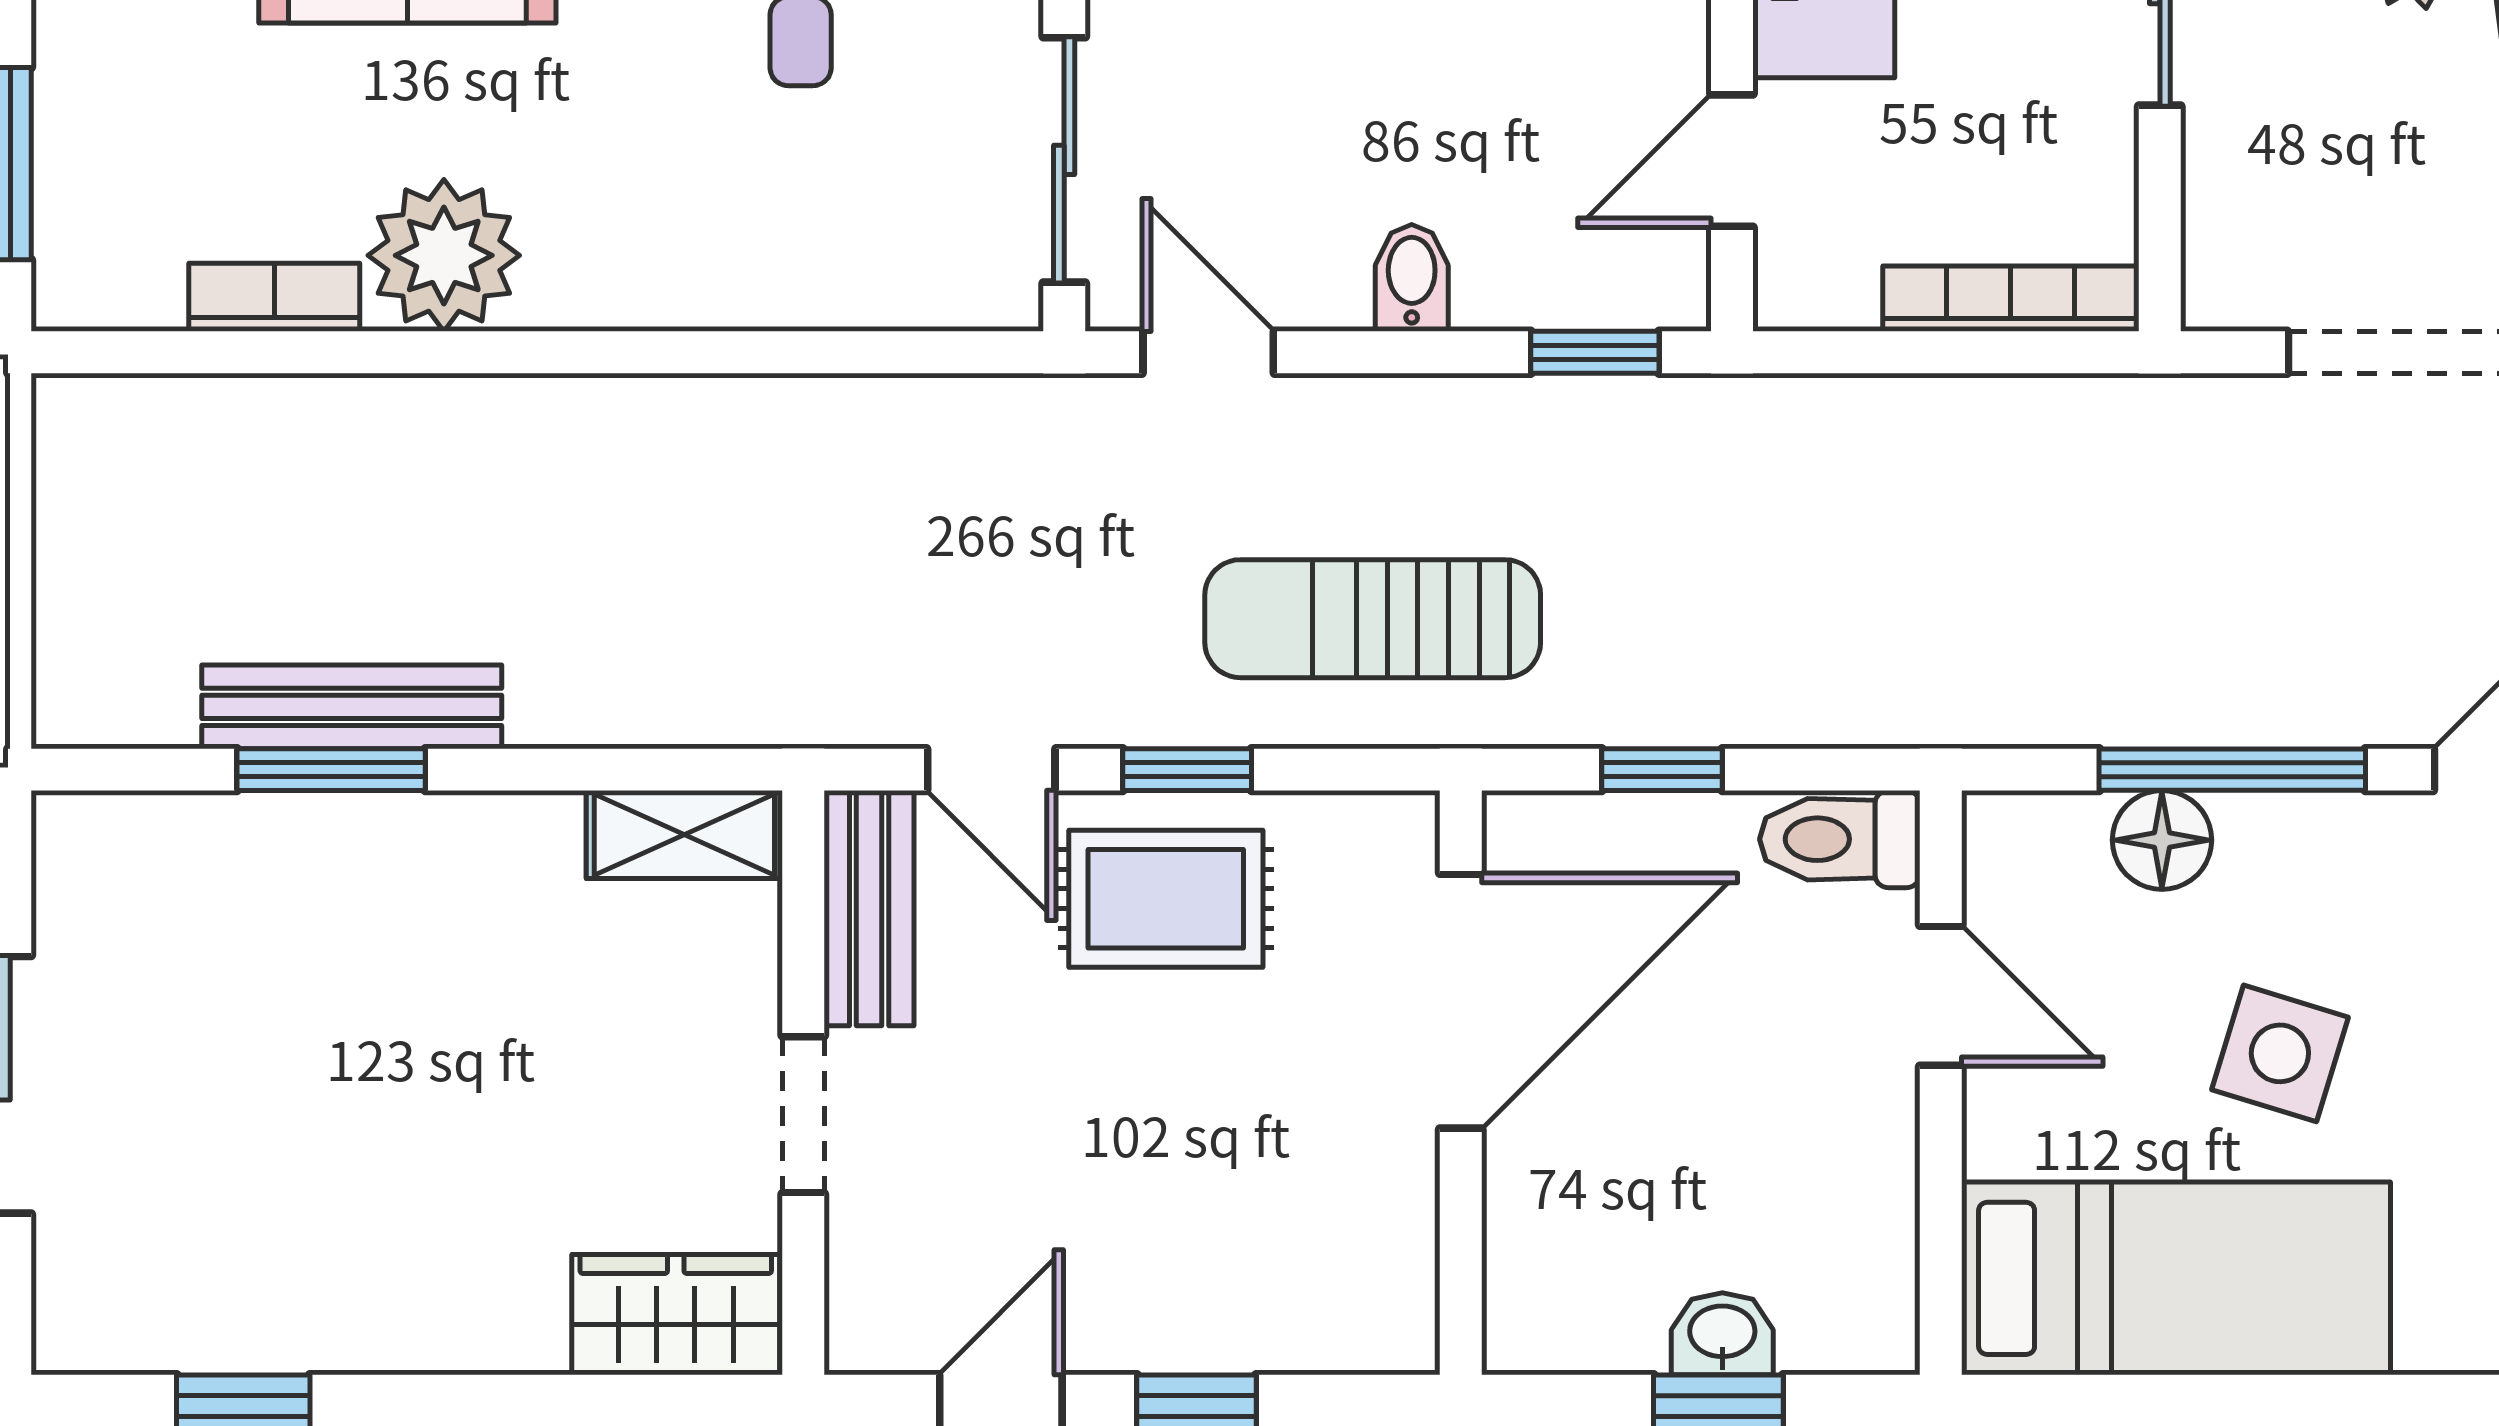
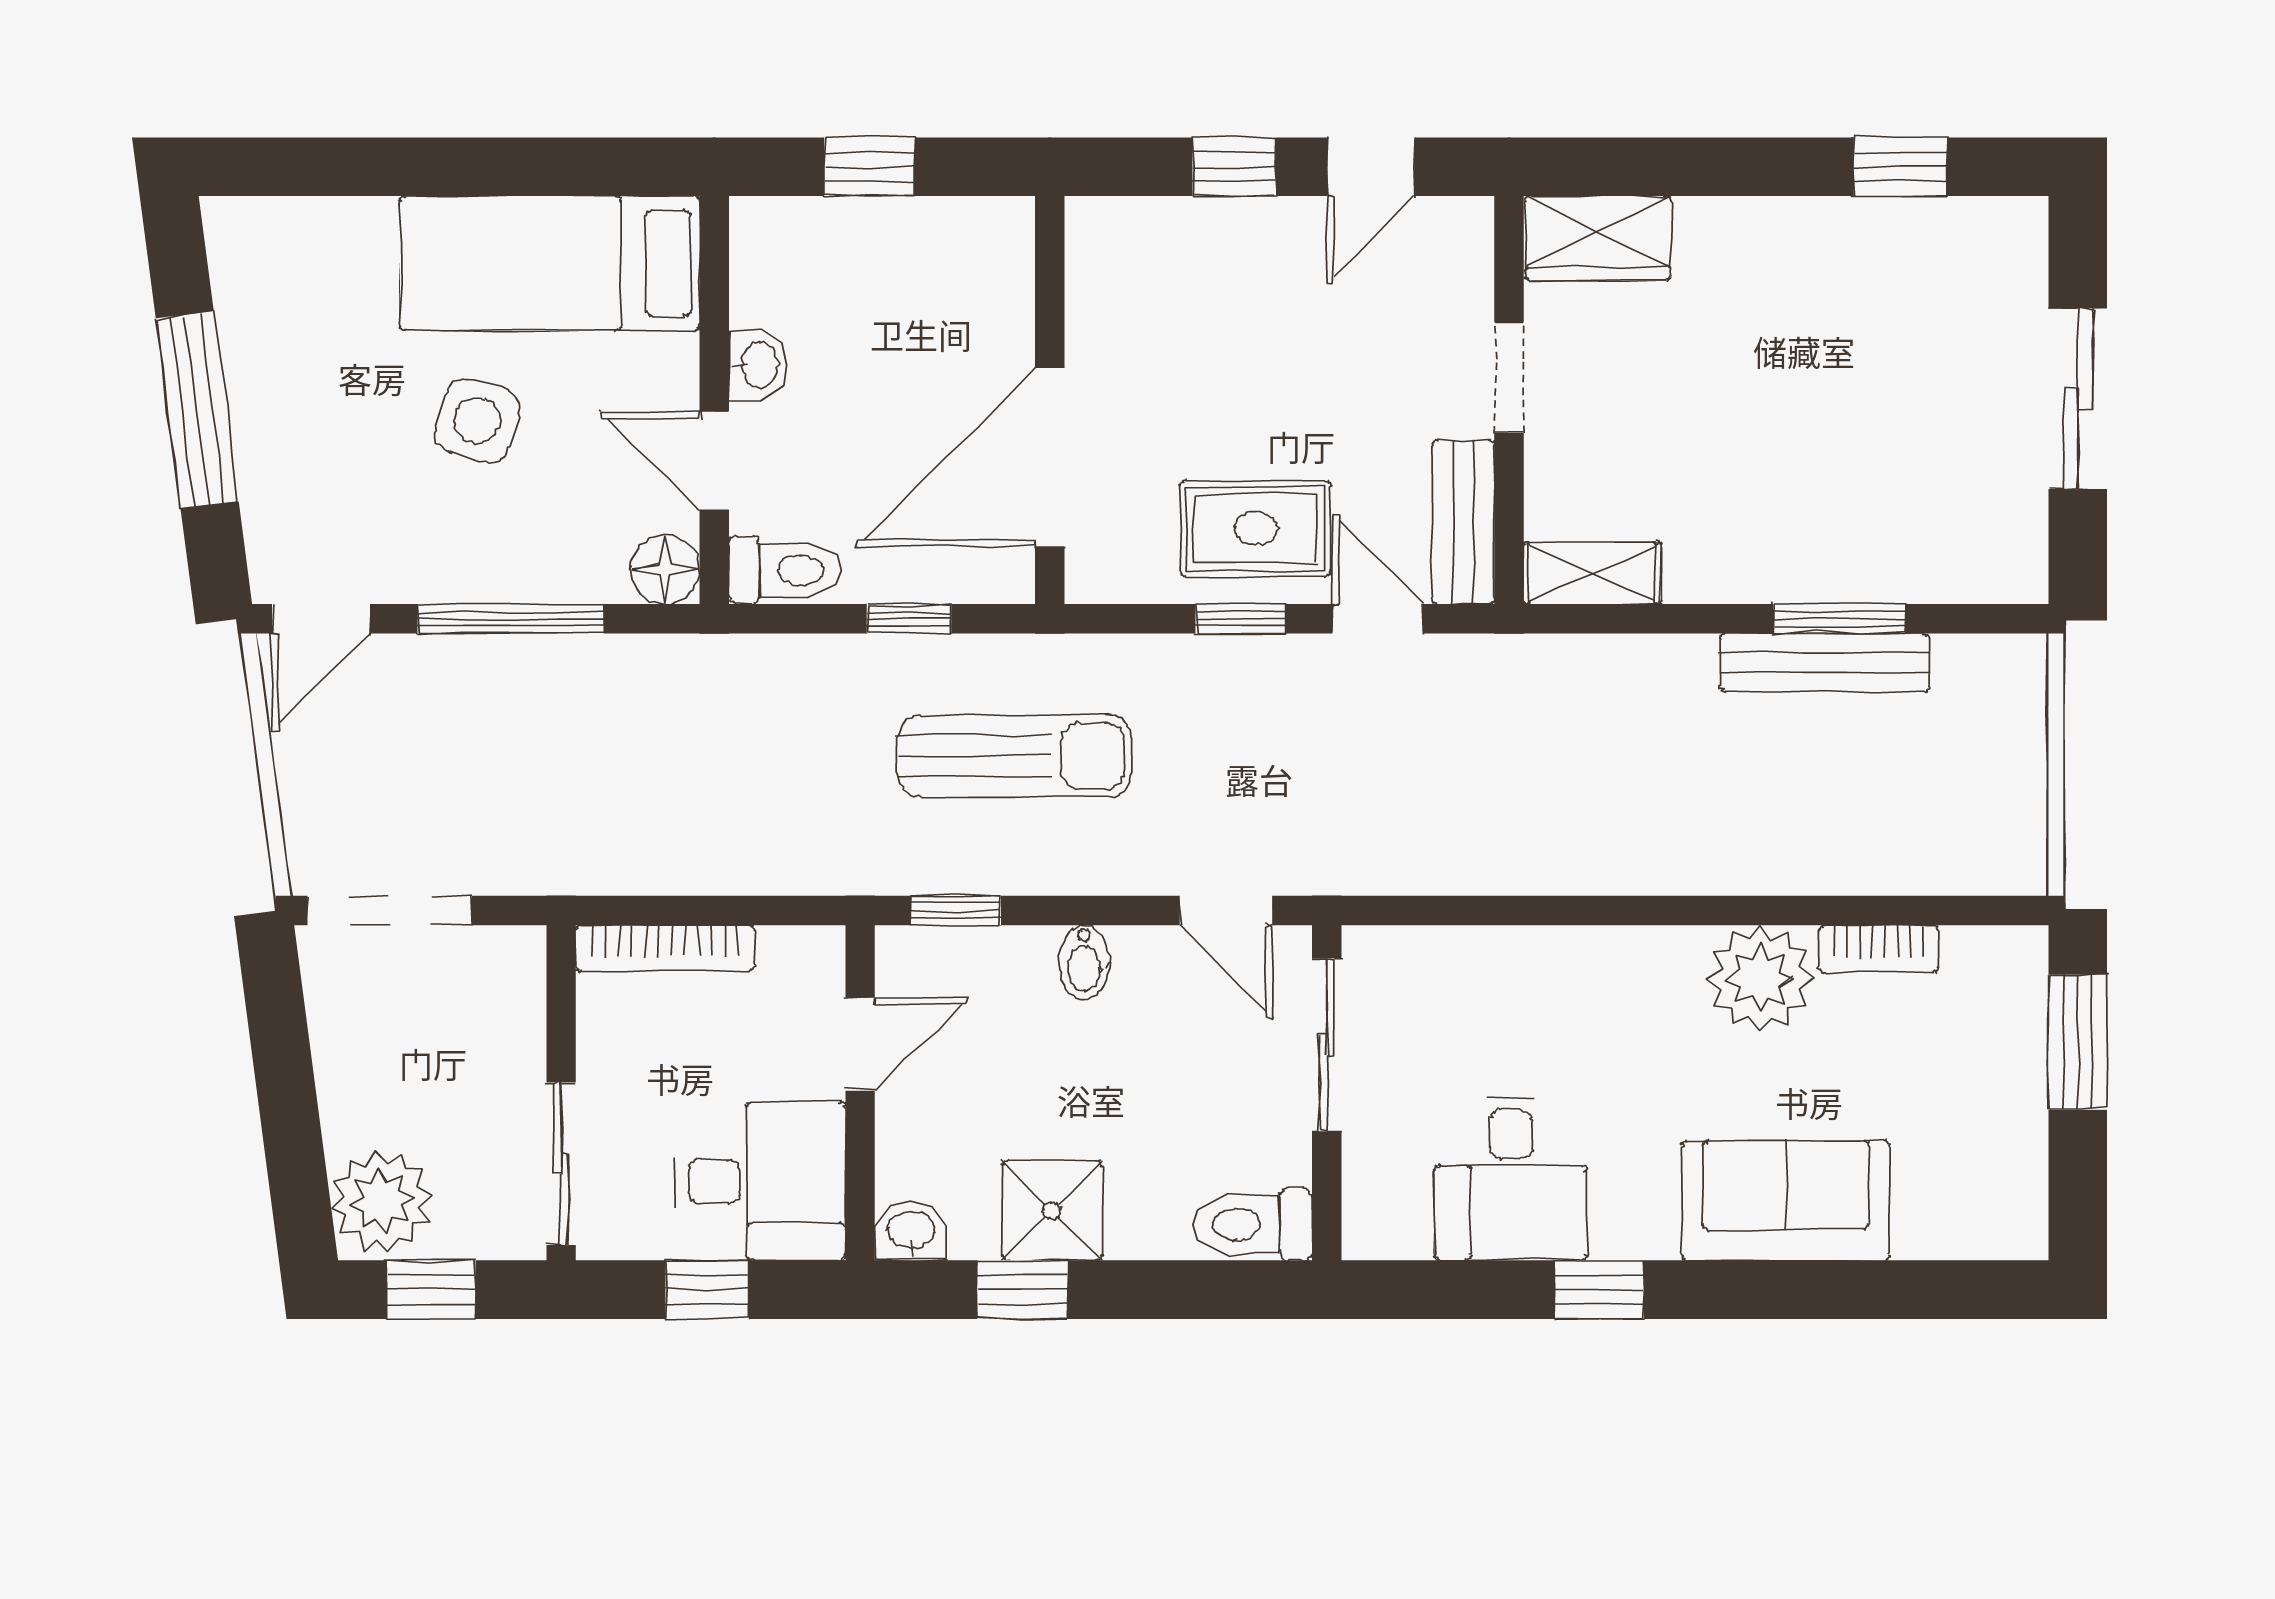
sun lounger: (1373, 619) -> (1014, 756), moved
floor lamp: (2162, 840) -> (665, 570), moved
washbasin: (1722, 1334) -> (758, 365), moved, turned -90

